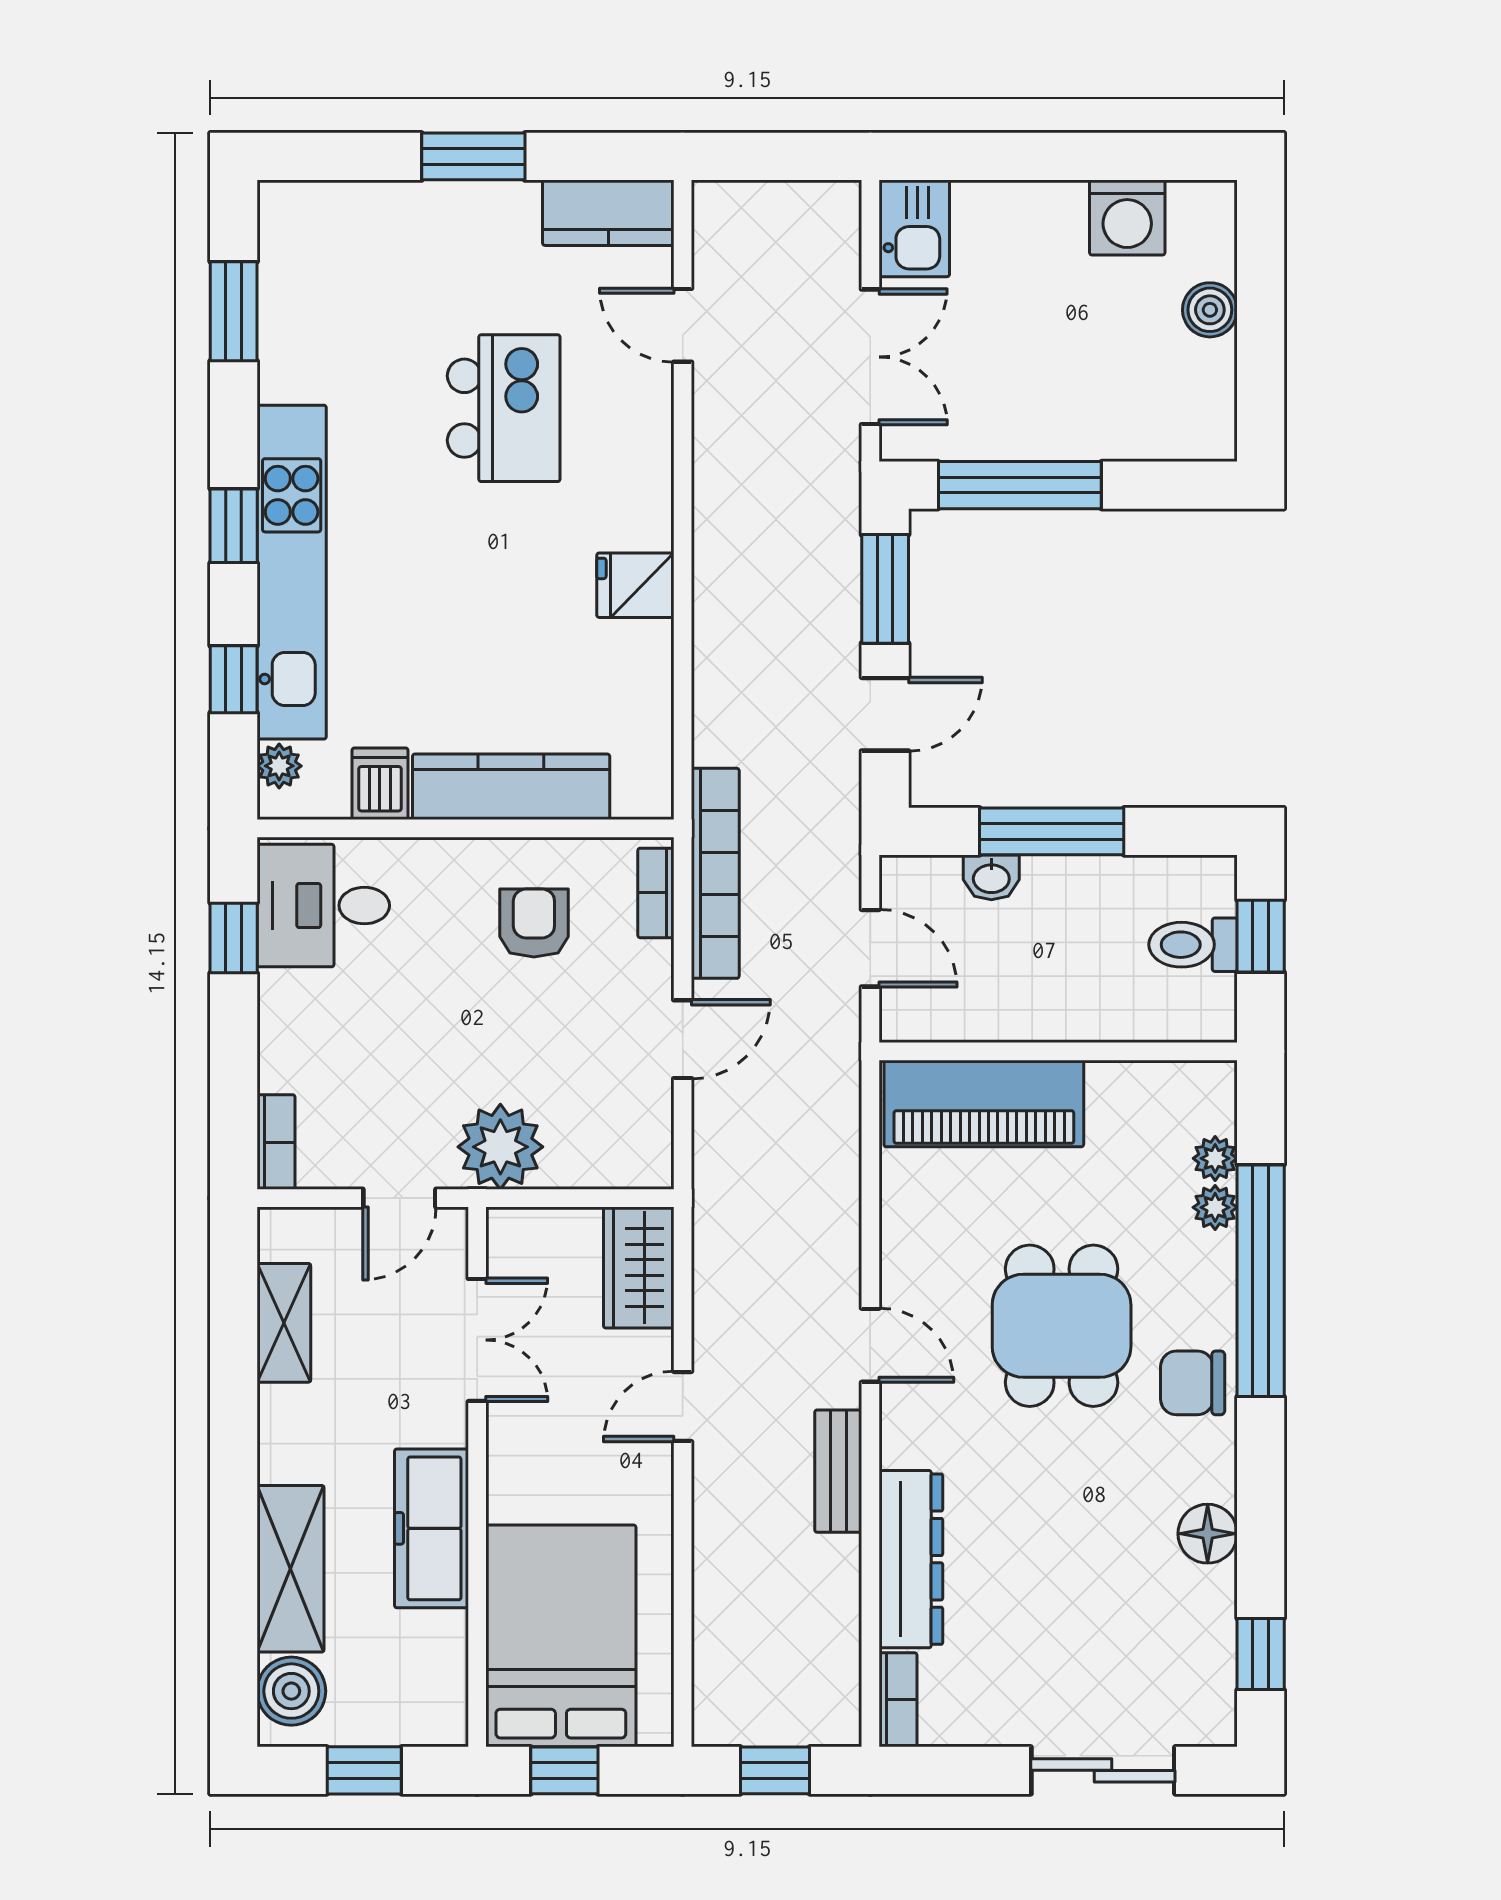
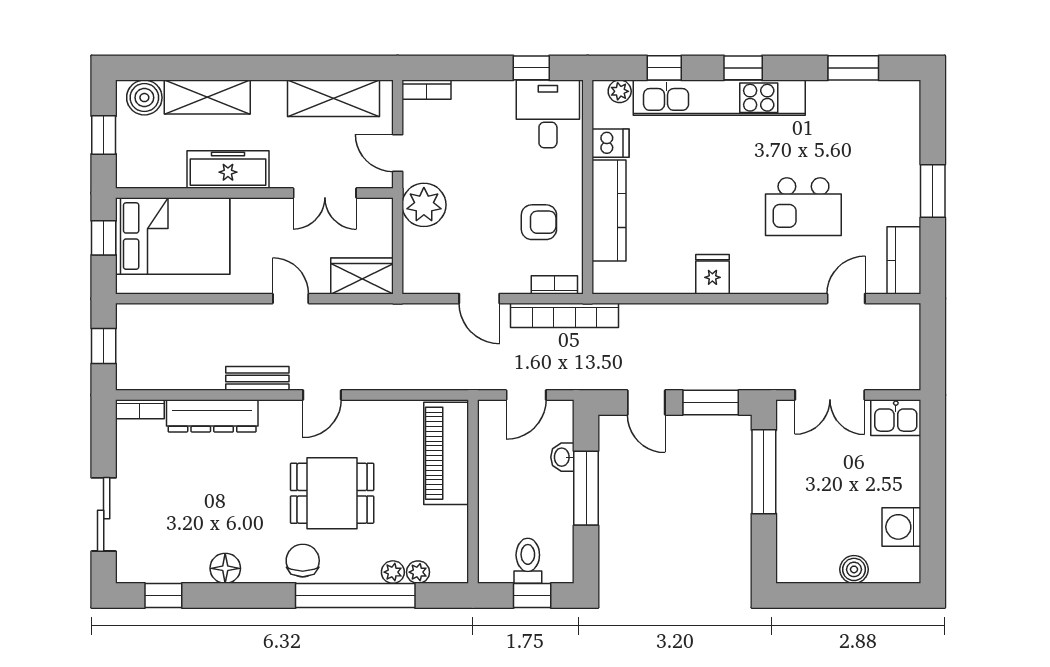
shelving: (284, 1323) -> (334, 98), width x1.50, depth x1.33

